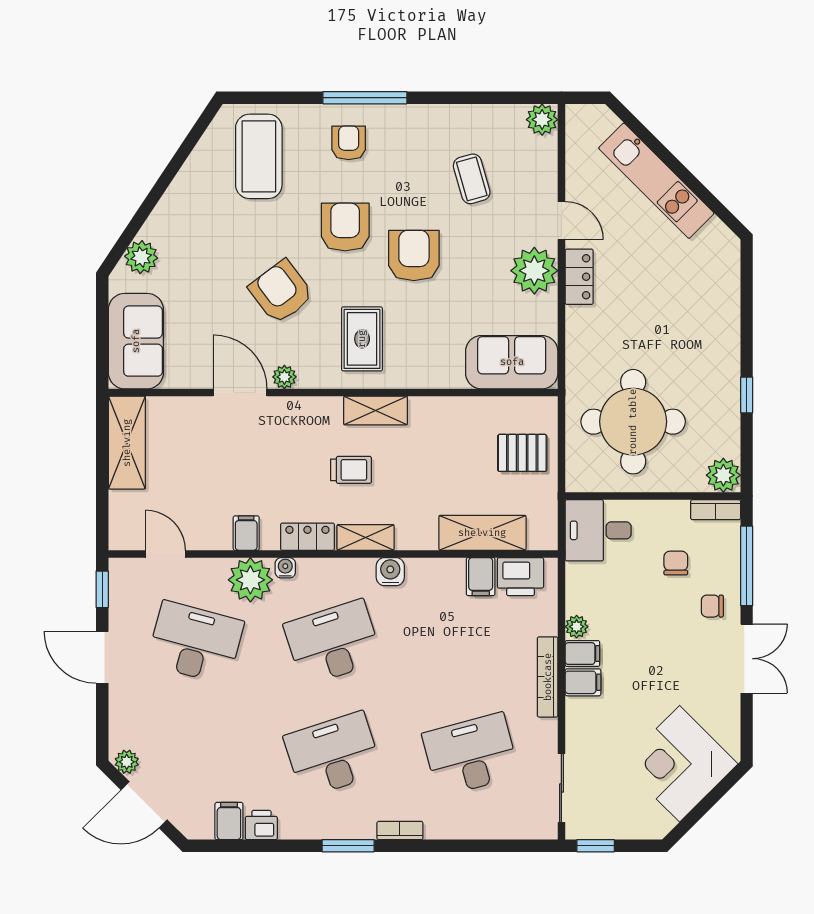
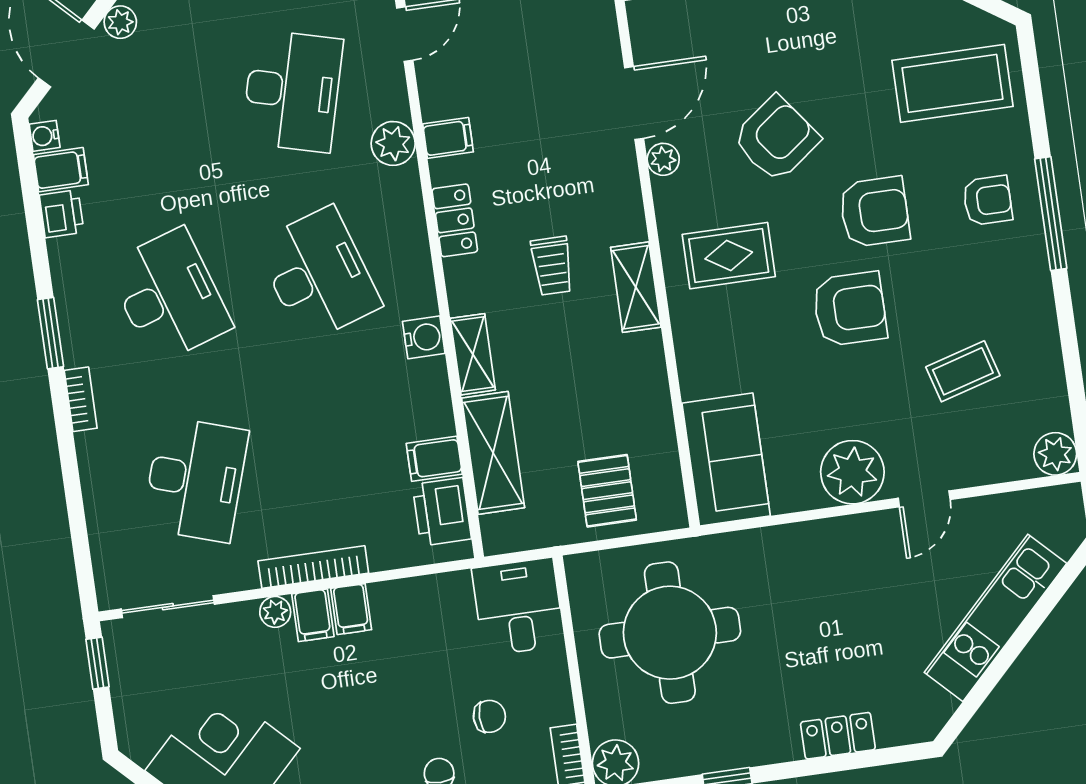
locker: (579, 277) -> (838, 736), moved, turned 180
shelving: (366, 537) -> (473, 354), moved
water cooler: (285, 568) -> (45, 136), moved, turned 180
plant: (250, 580) -> (393, 143), width x0.73, depth x0.73
plant: (577, 627) -> (275, 612), moved
desk: (471, 755) -> (195, 479), turned 33

